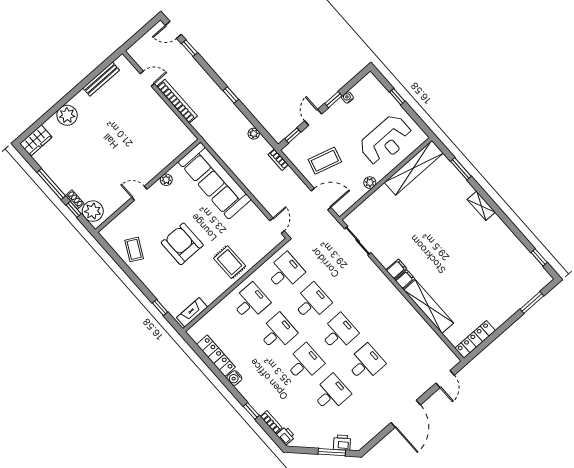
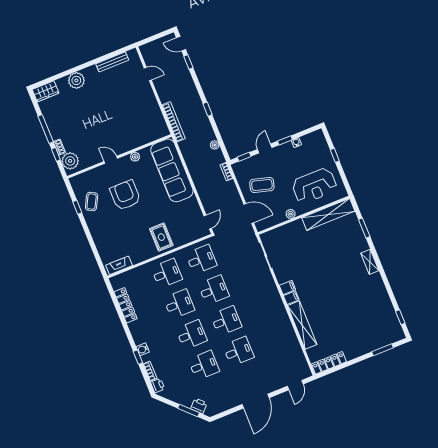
bookcase: (177, 101) -> (174, 122), moved
armchair: (182, 244) -> (125, 195), moved
window: (160, 307) -> (77, 207), moved
water cooler: (234, 378) -> (143, 349), moved

